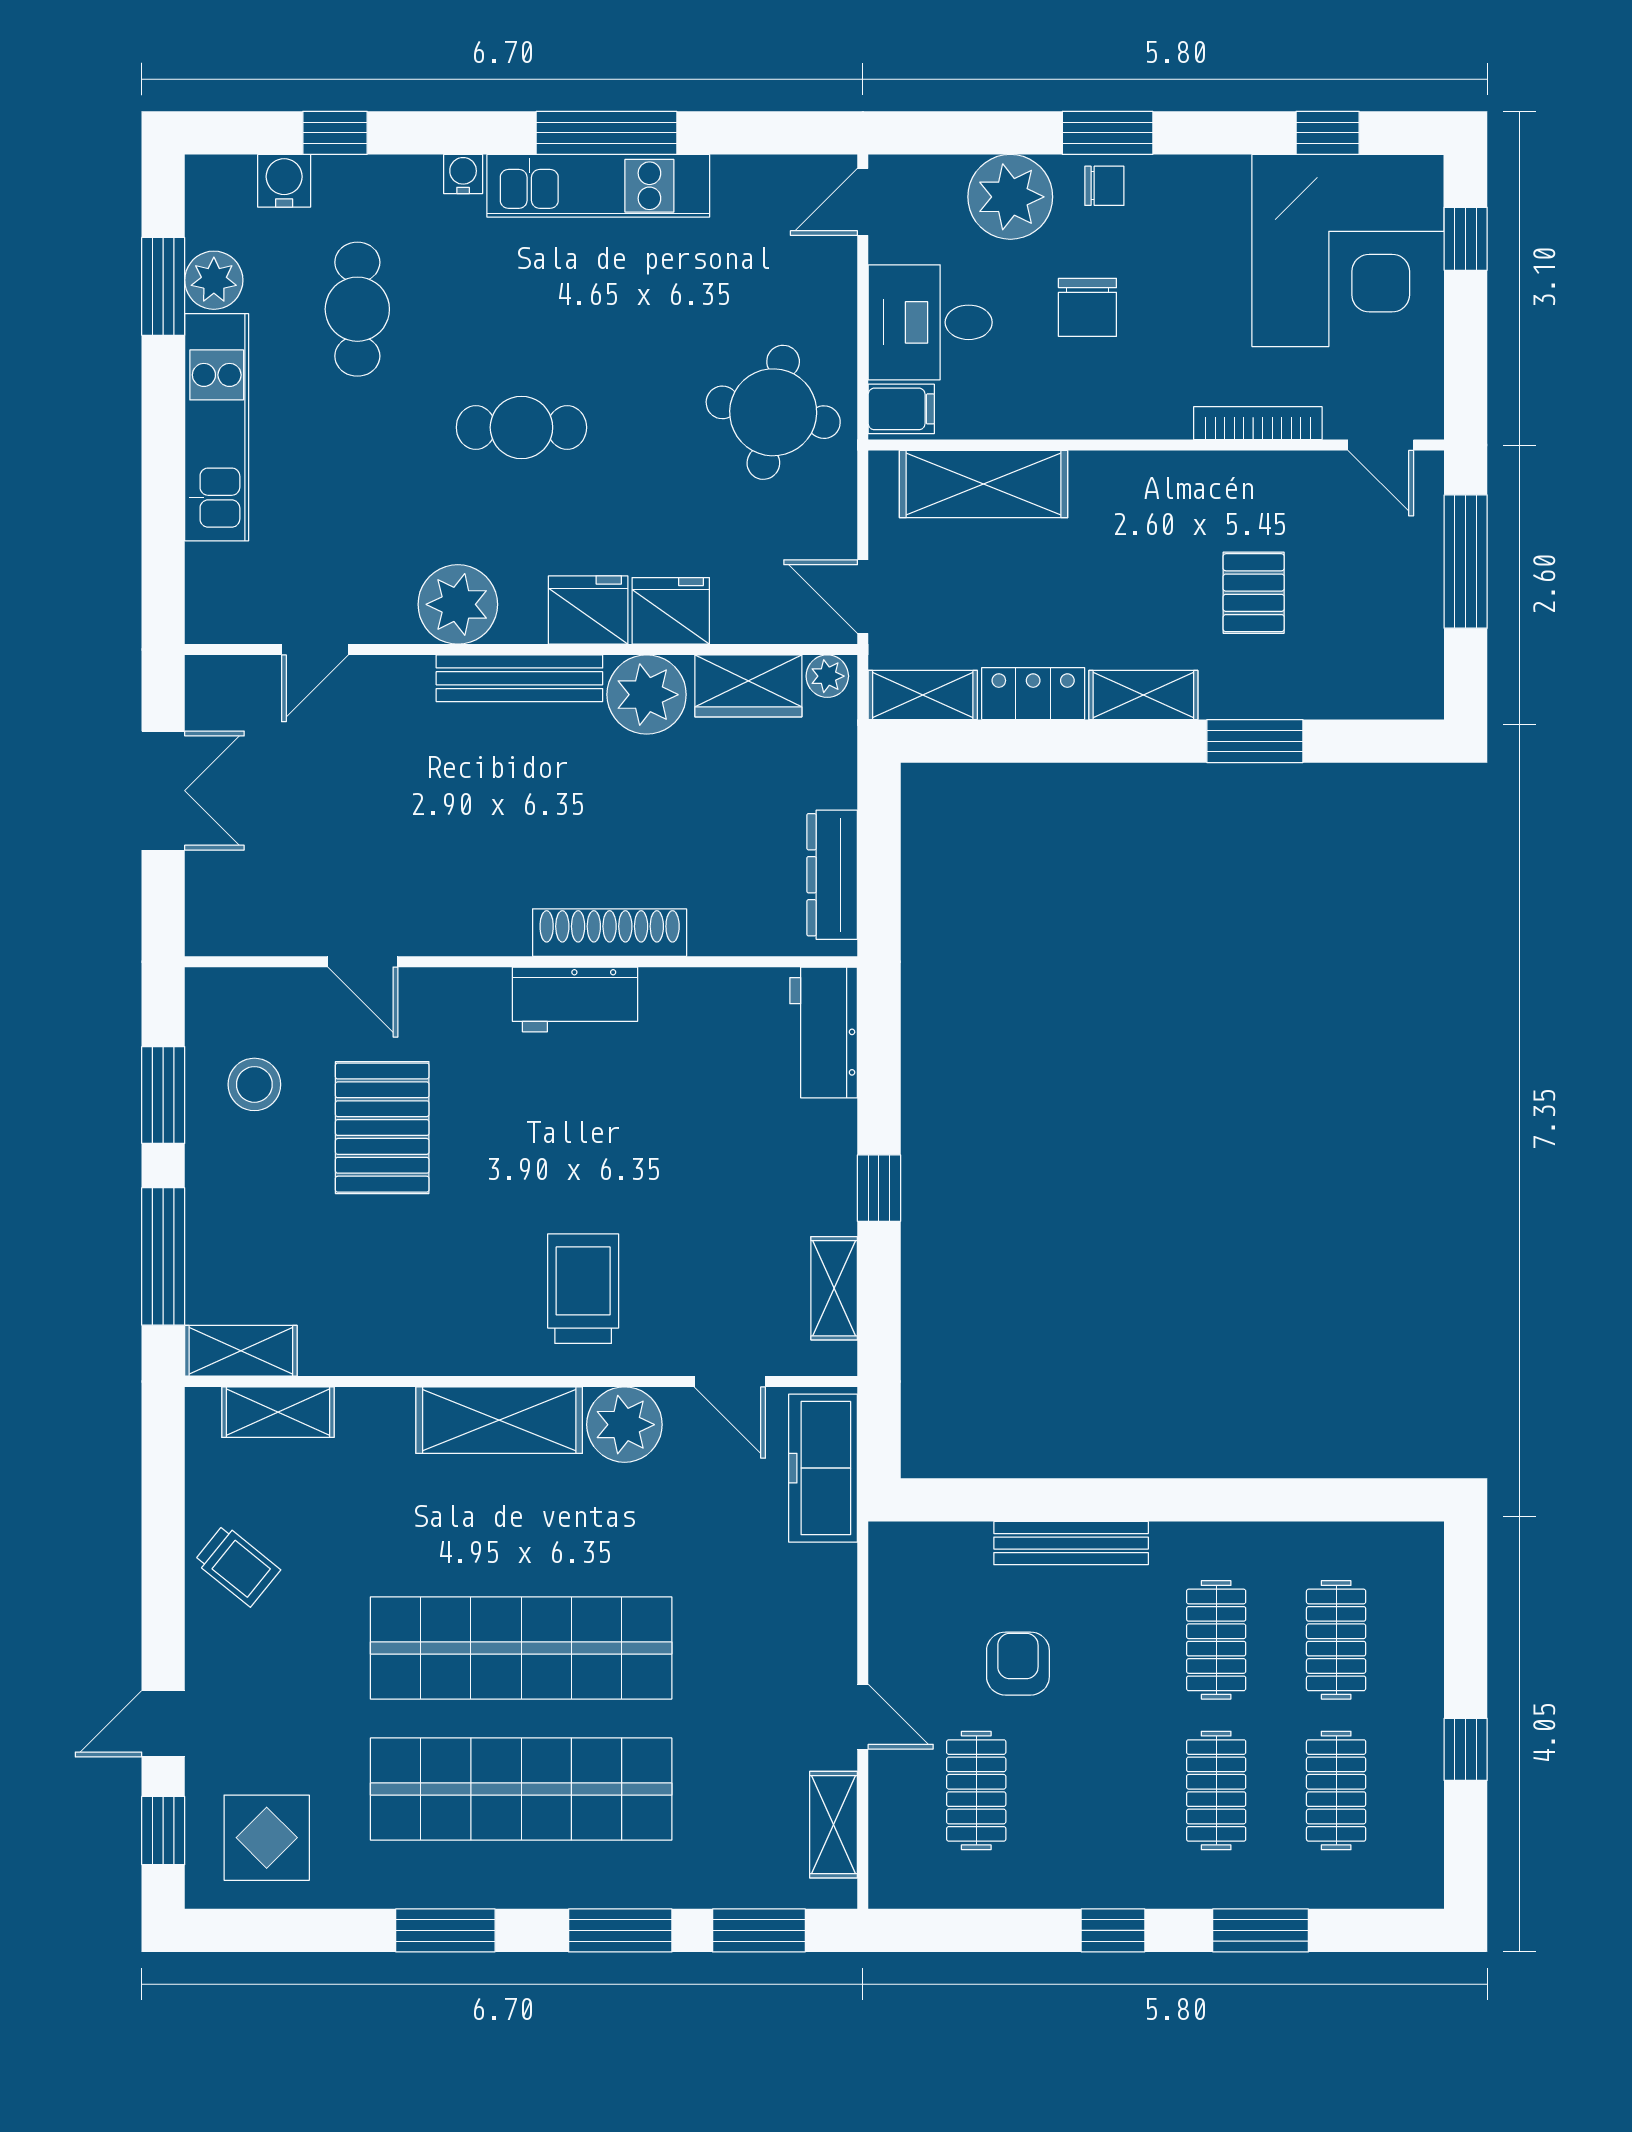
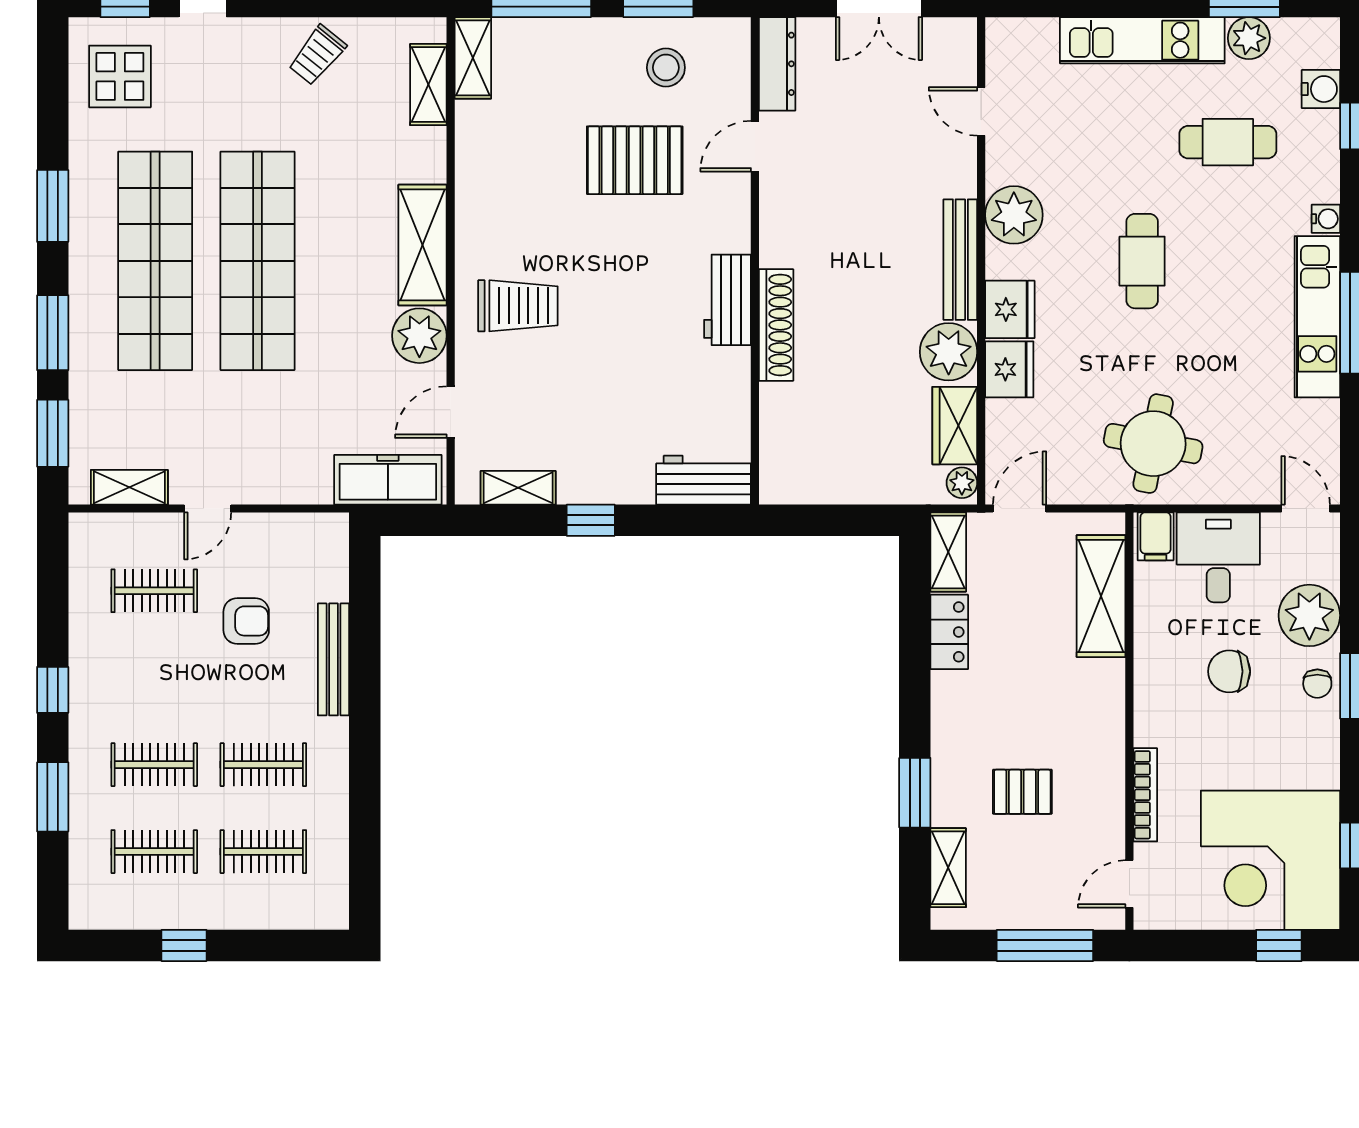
shelving: (1143, 695) -> (948, 868), moved
dresser: (832, 875) -> (777, 64), moved, turned 90

